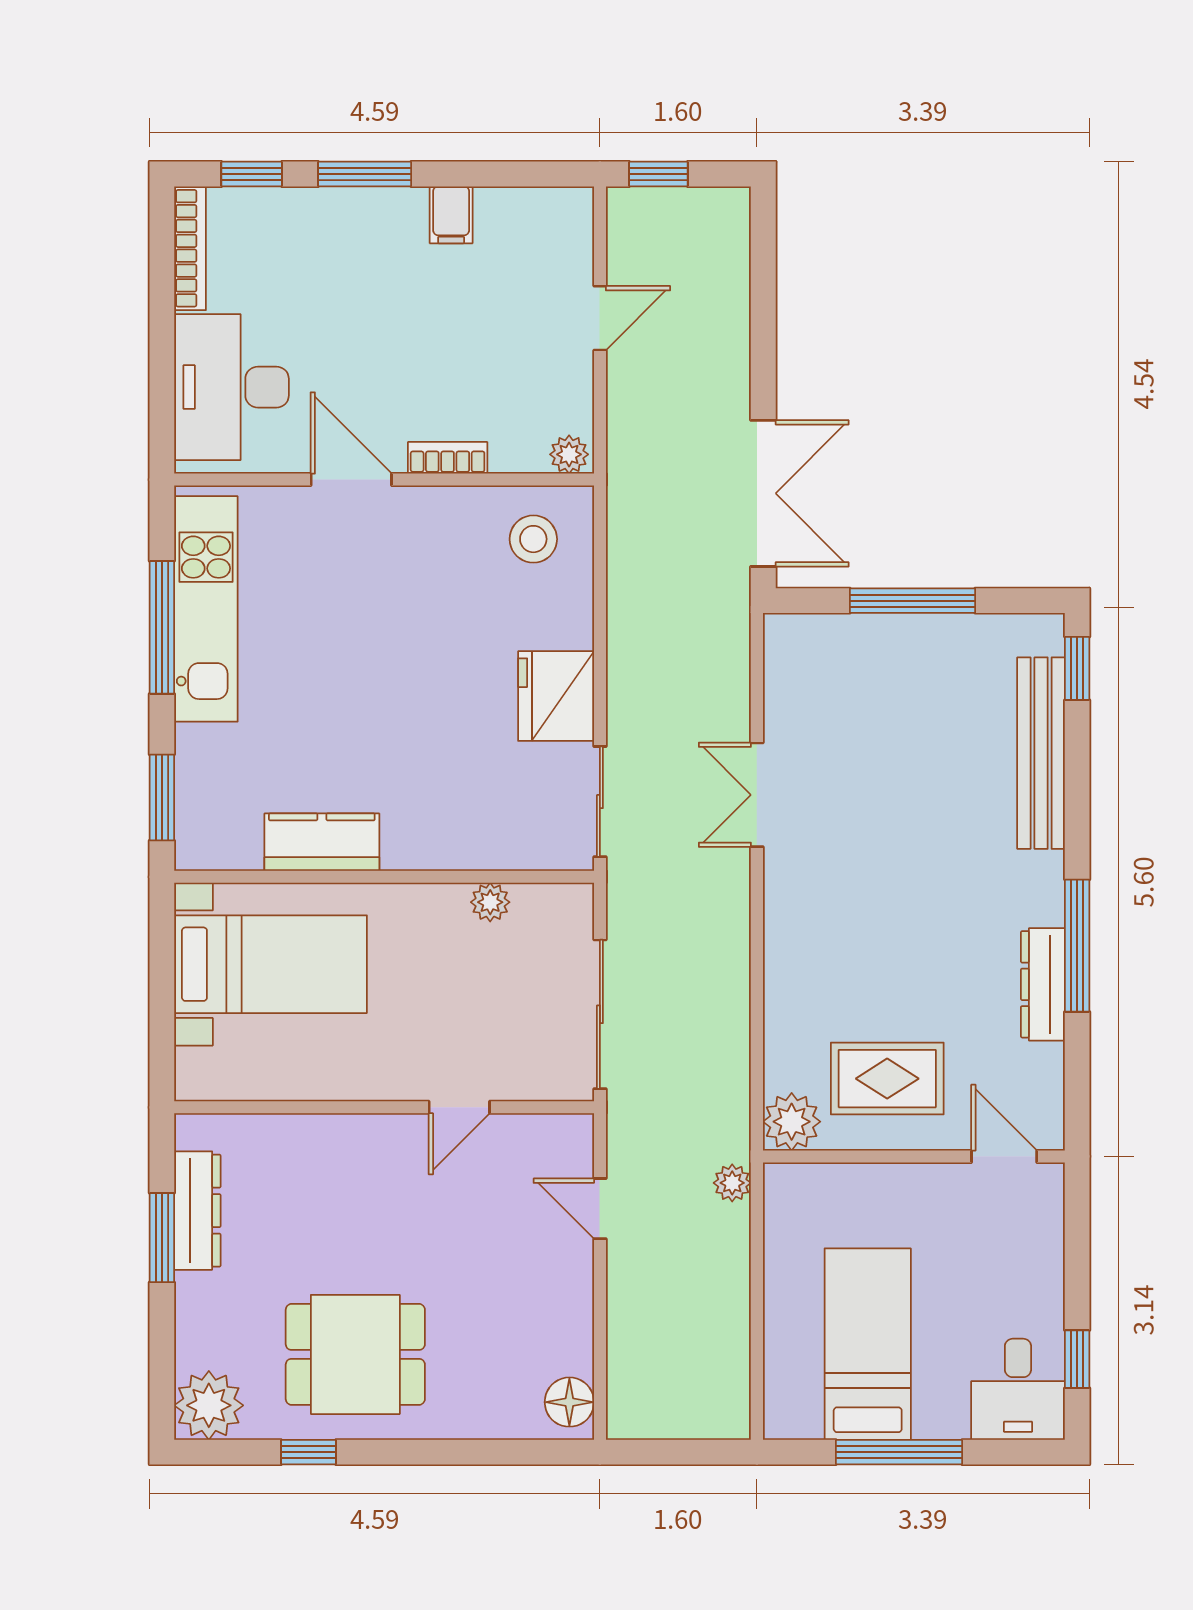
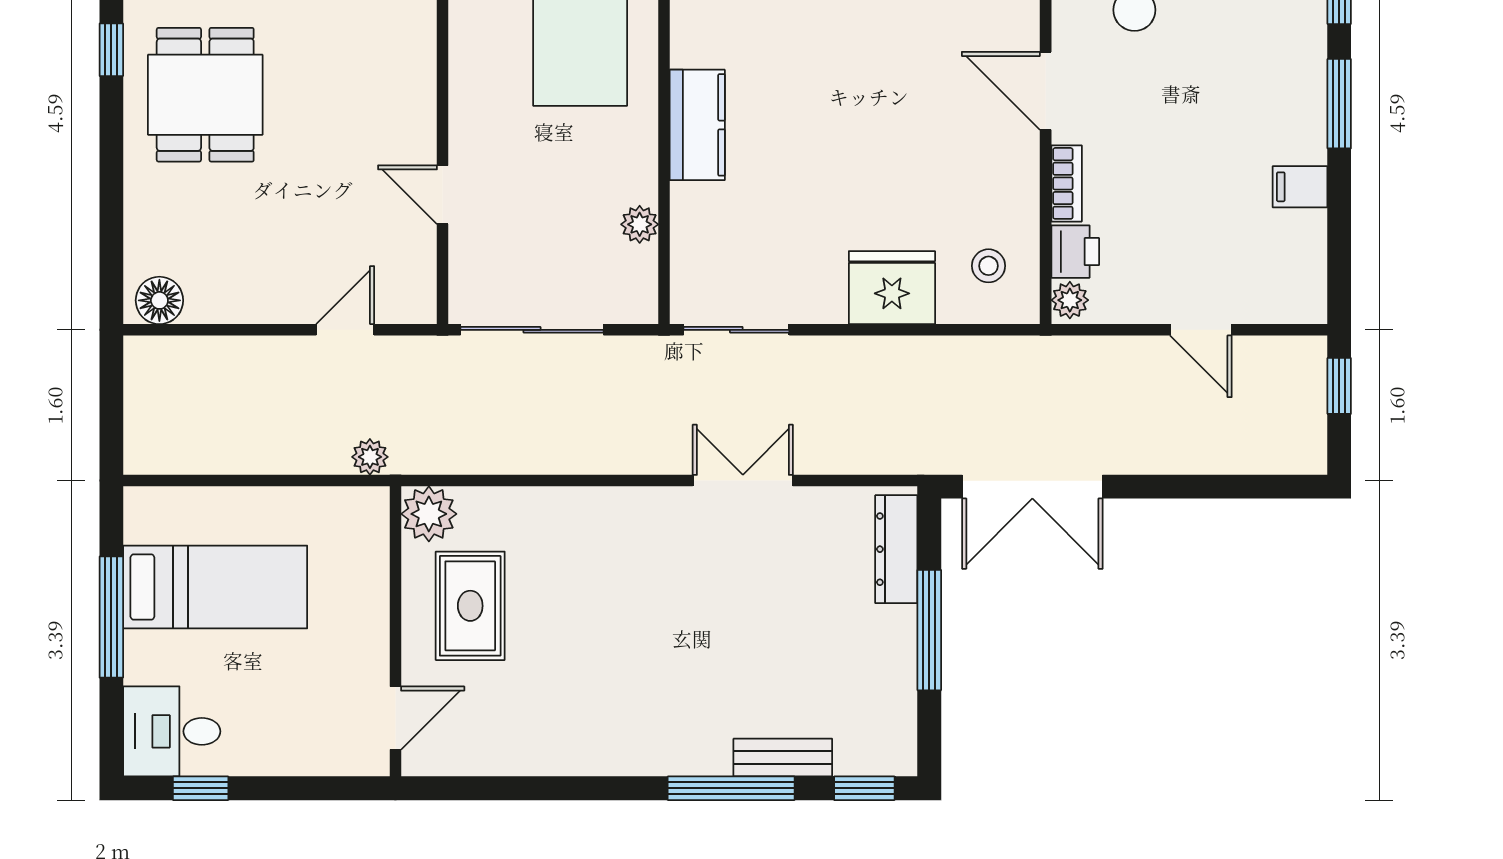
printer: (519, 449) -> (1075, 252), added
door: (351, 480) -> (1046, 91), swing flipped
stool: (533, 539) -> (988, 266), width x0.73, depth x0.73
fridge: (556, 696) -> (892, 288), moved
bench: (1041, 753) -> (783, 758), width x0.54, depth x0.82
kitchen counter: (322, 842) -> (697, 125), moved
window: (1077, 946) -> (731, 788), moved
dresser: (1043, 984) -> (896, 549), moved, turned -90

